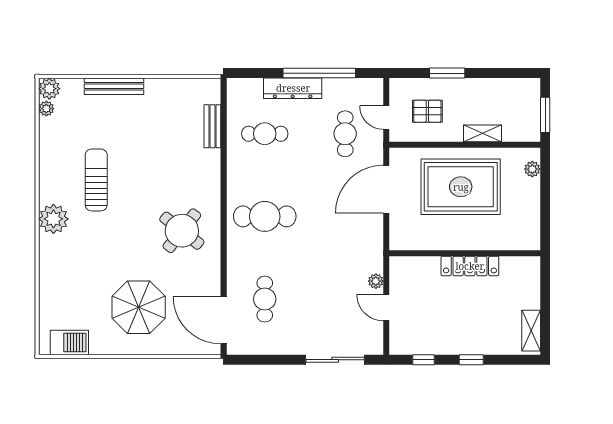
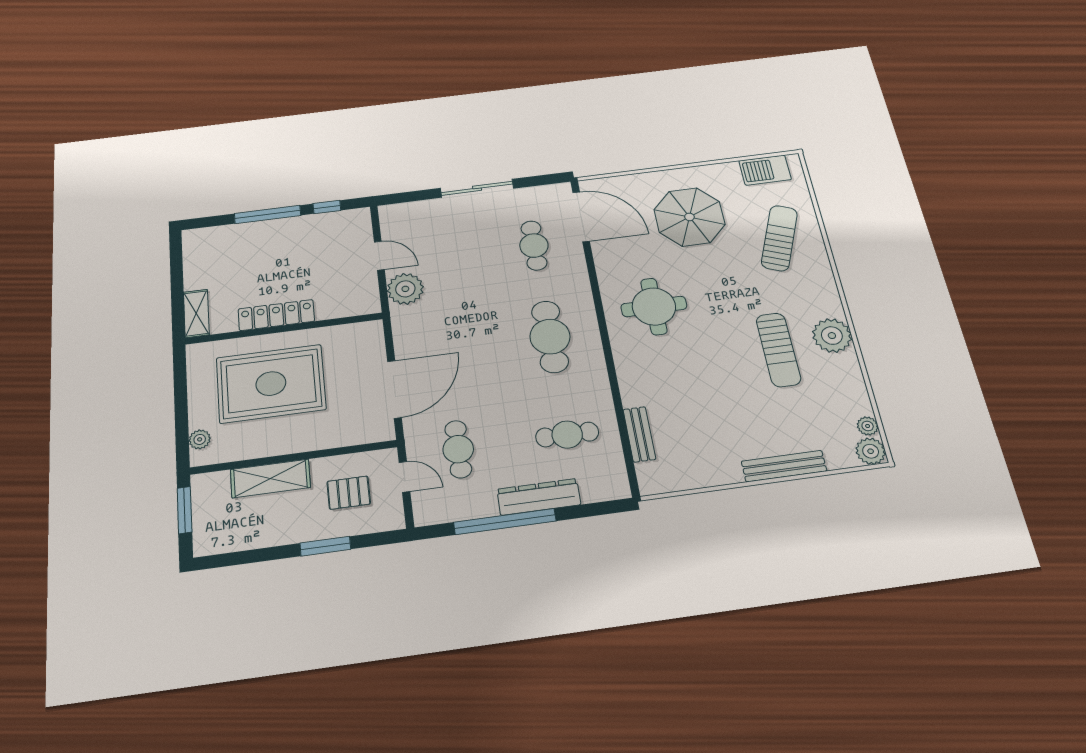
shelving: (483, 133) -> (270, 478), width x1.50, depth x1.33
rug: (461, 187) -> (271, 384), moved
cafe table: (265, 216) -> (550, 337), turned 90
plant: (53, 219) -> (832, 336), moved
round table: (182, 231) -> (654, 306), turned -38
sun lounger: (73, 277) -> (779, 238), added
plant: (376, 281) -> (405, 289), width x1.88, depth x1.88
shelving: (531, 331) -> (196, 313), moved
sliding door: (335, 360) -> (477, 188), moved
window: (471, 360) -> (268, 214), width x2.17

